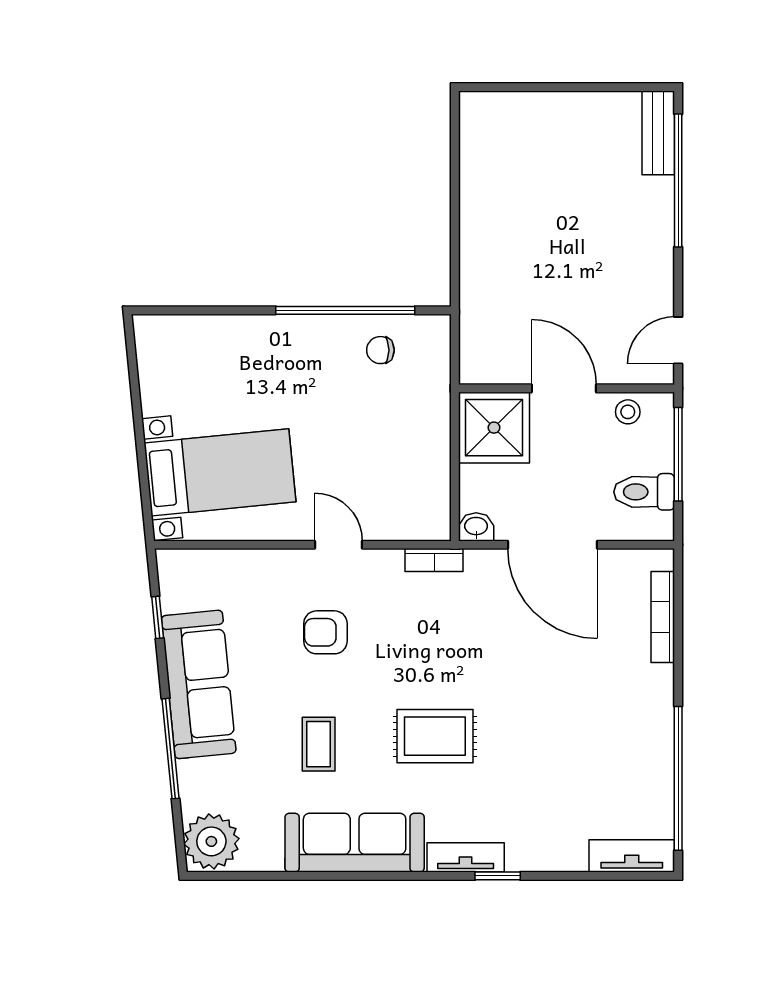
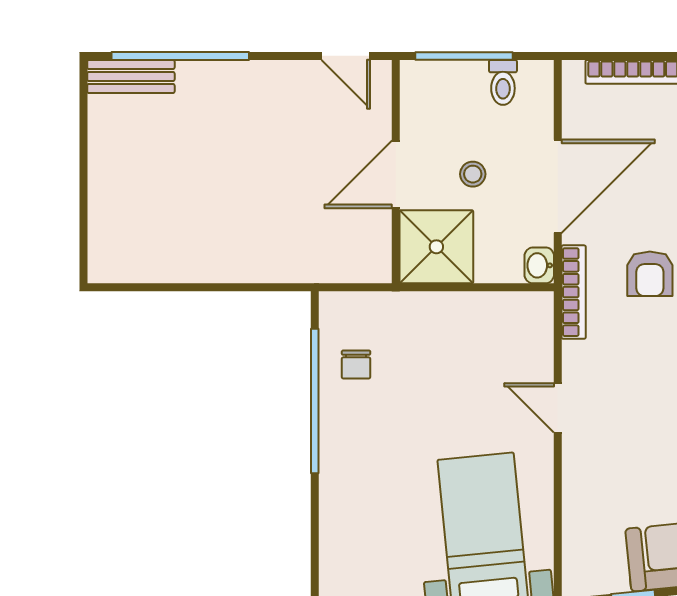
stool: (628, 412) -> (473, 174), moved
toilet: (644, 492) -> (503, 82), width x0.73, depth x0.72
door: (339, 545) -> (558, 408), hinge flipped
bookcase: (434, 560) -> (574, 292), width x1.56
armchair: (325, 632) -> (650, 274), moved

